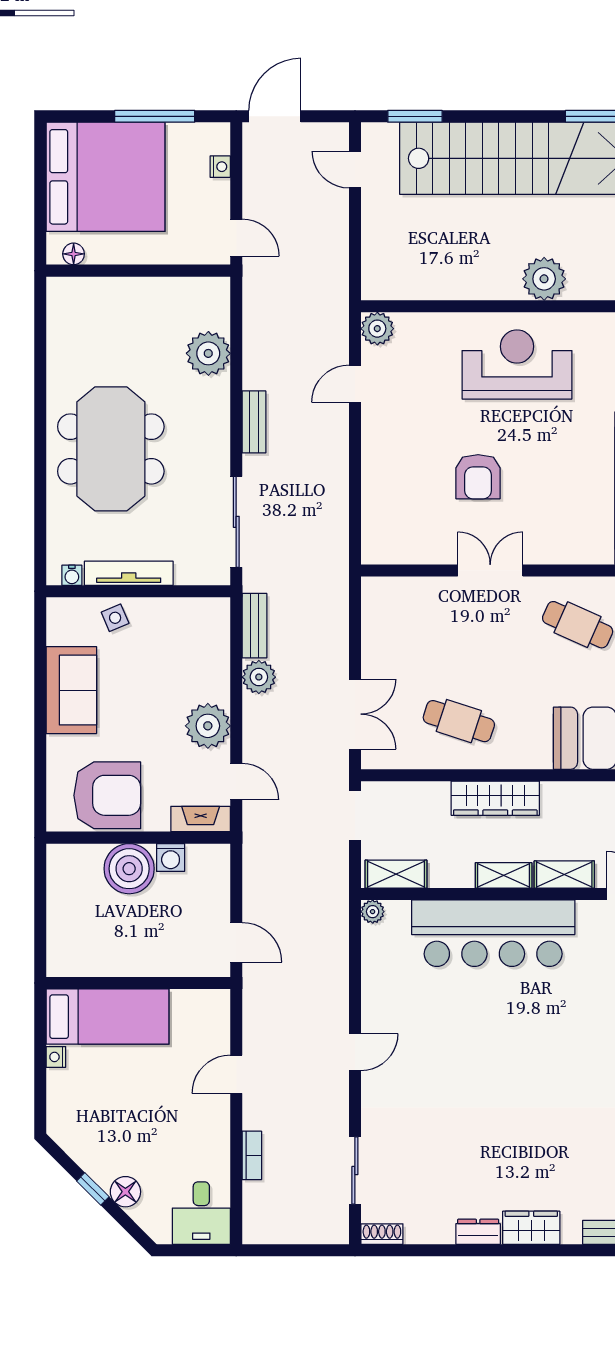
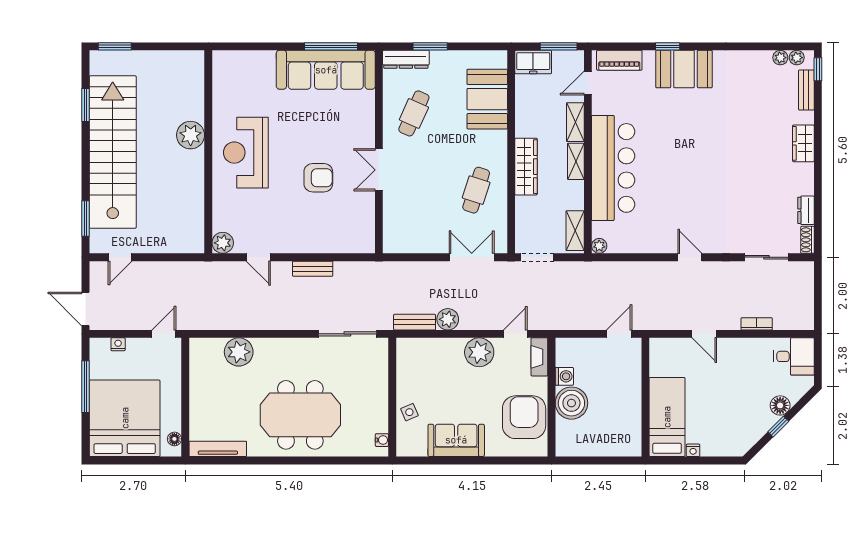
bench: (254, 422) -> (313, 269), moved
tv unit: (129, 573) -> (218, 449), moved, turned 90
dresser: (478, 1232) -> (806, 210), moved

